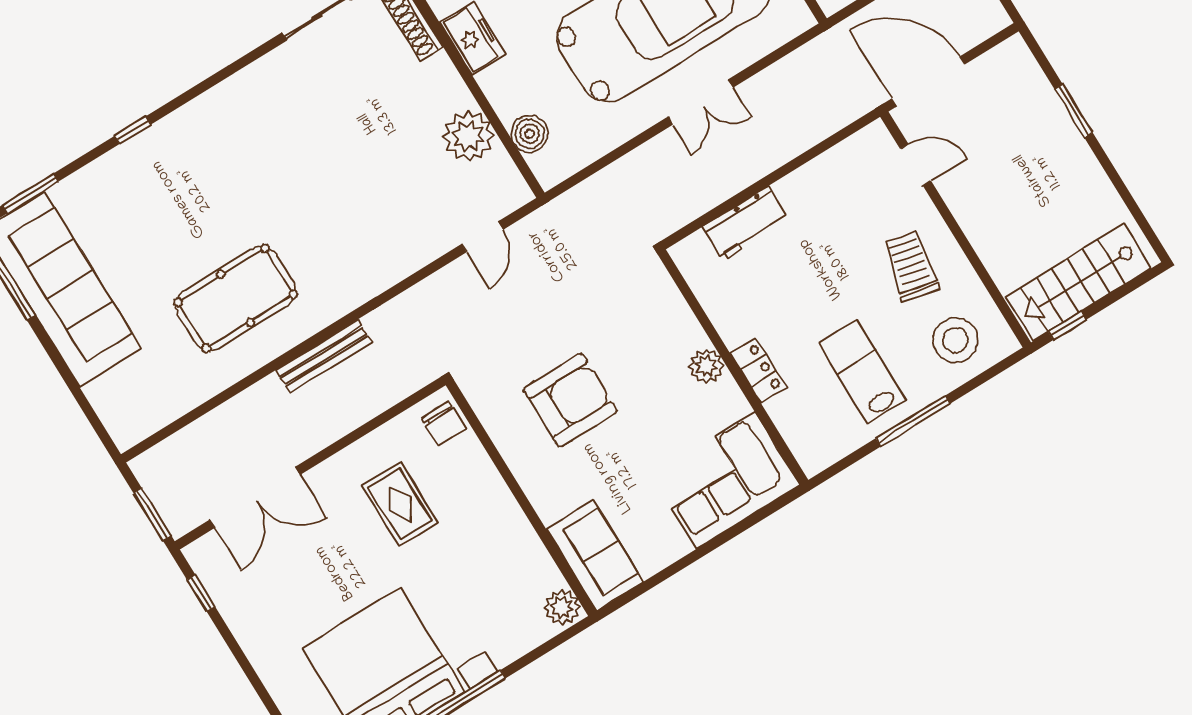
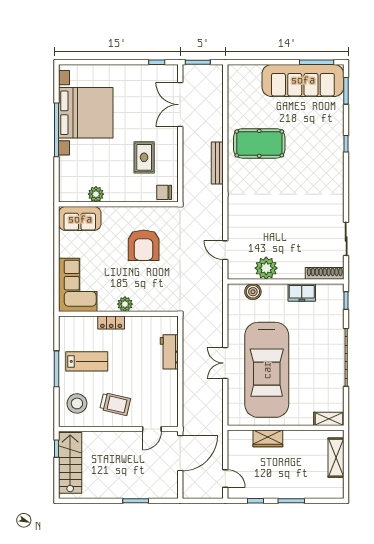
pool table: (236, 298) -> (259, 143), turned 90
rug: (400, 504) -> (144, 157), turned 90
plant: (562, 607) -> (96, 194), moved

